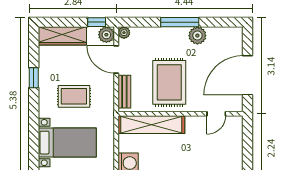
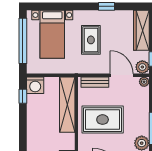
door: (116, 60) -> (122, 75), hinge flipped

